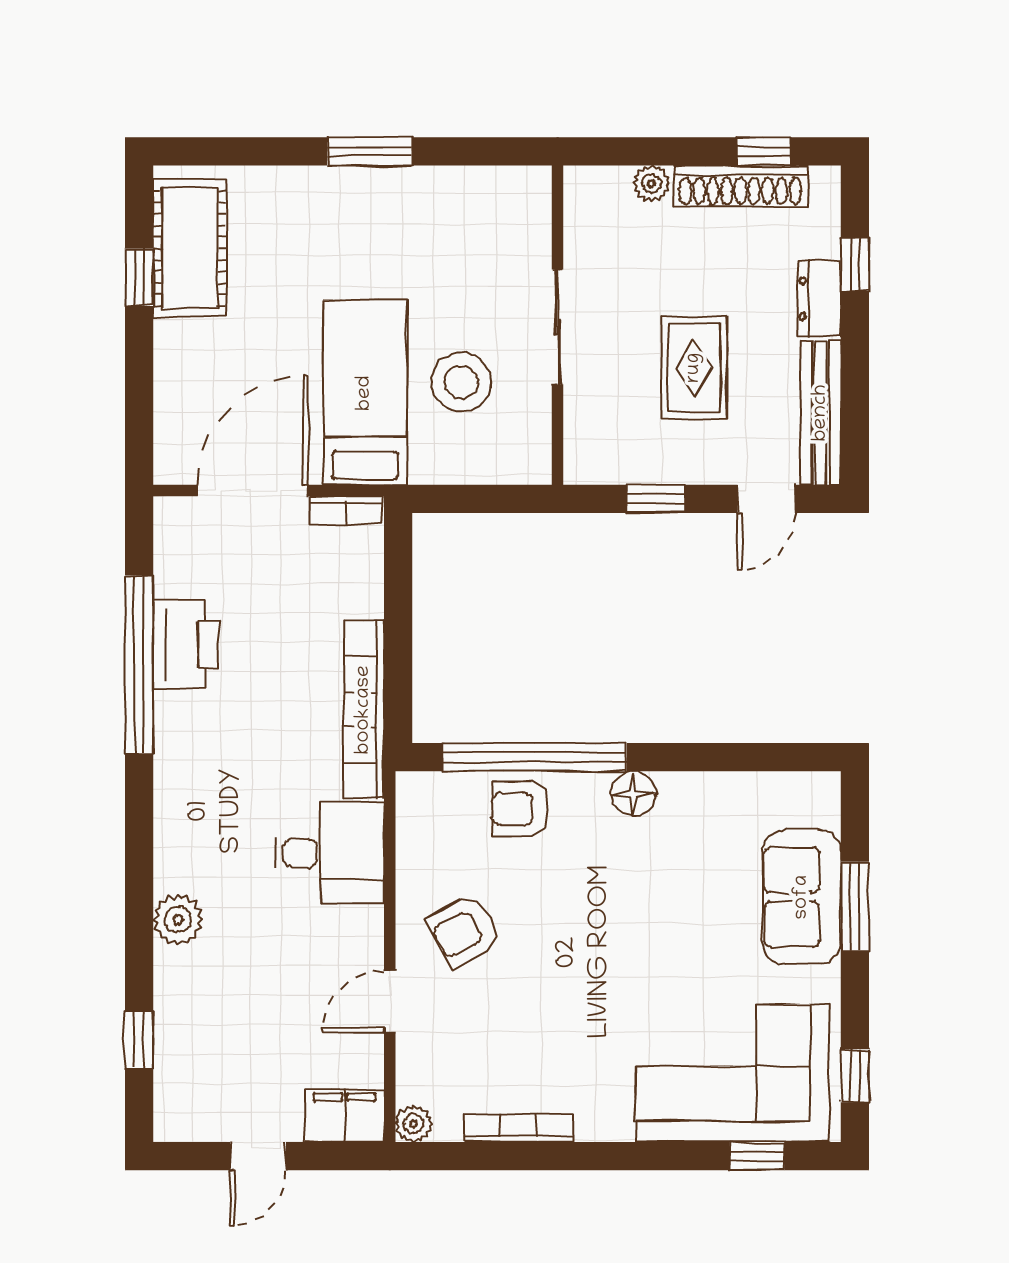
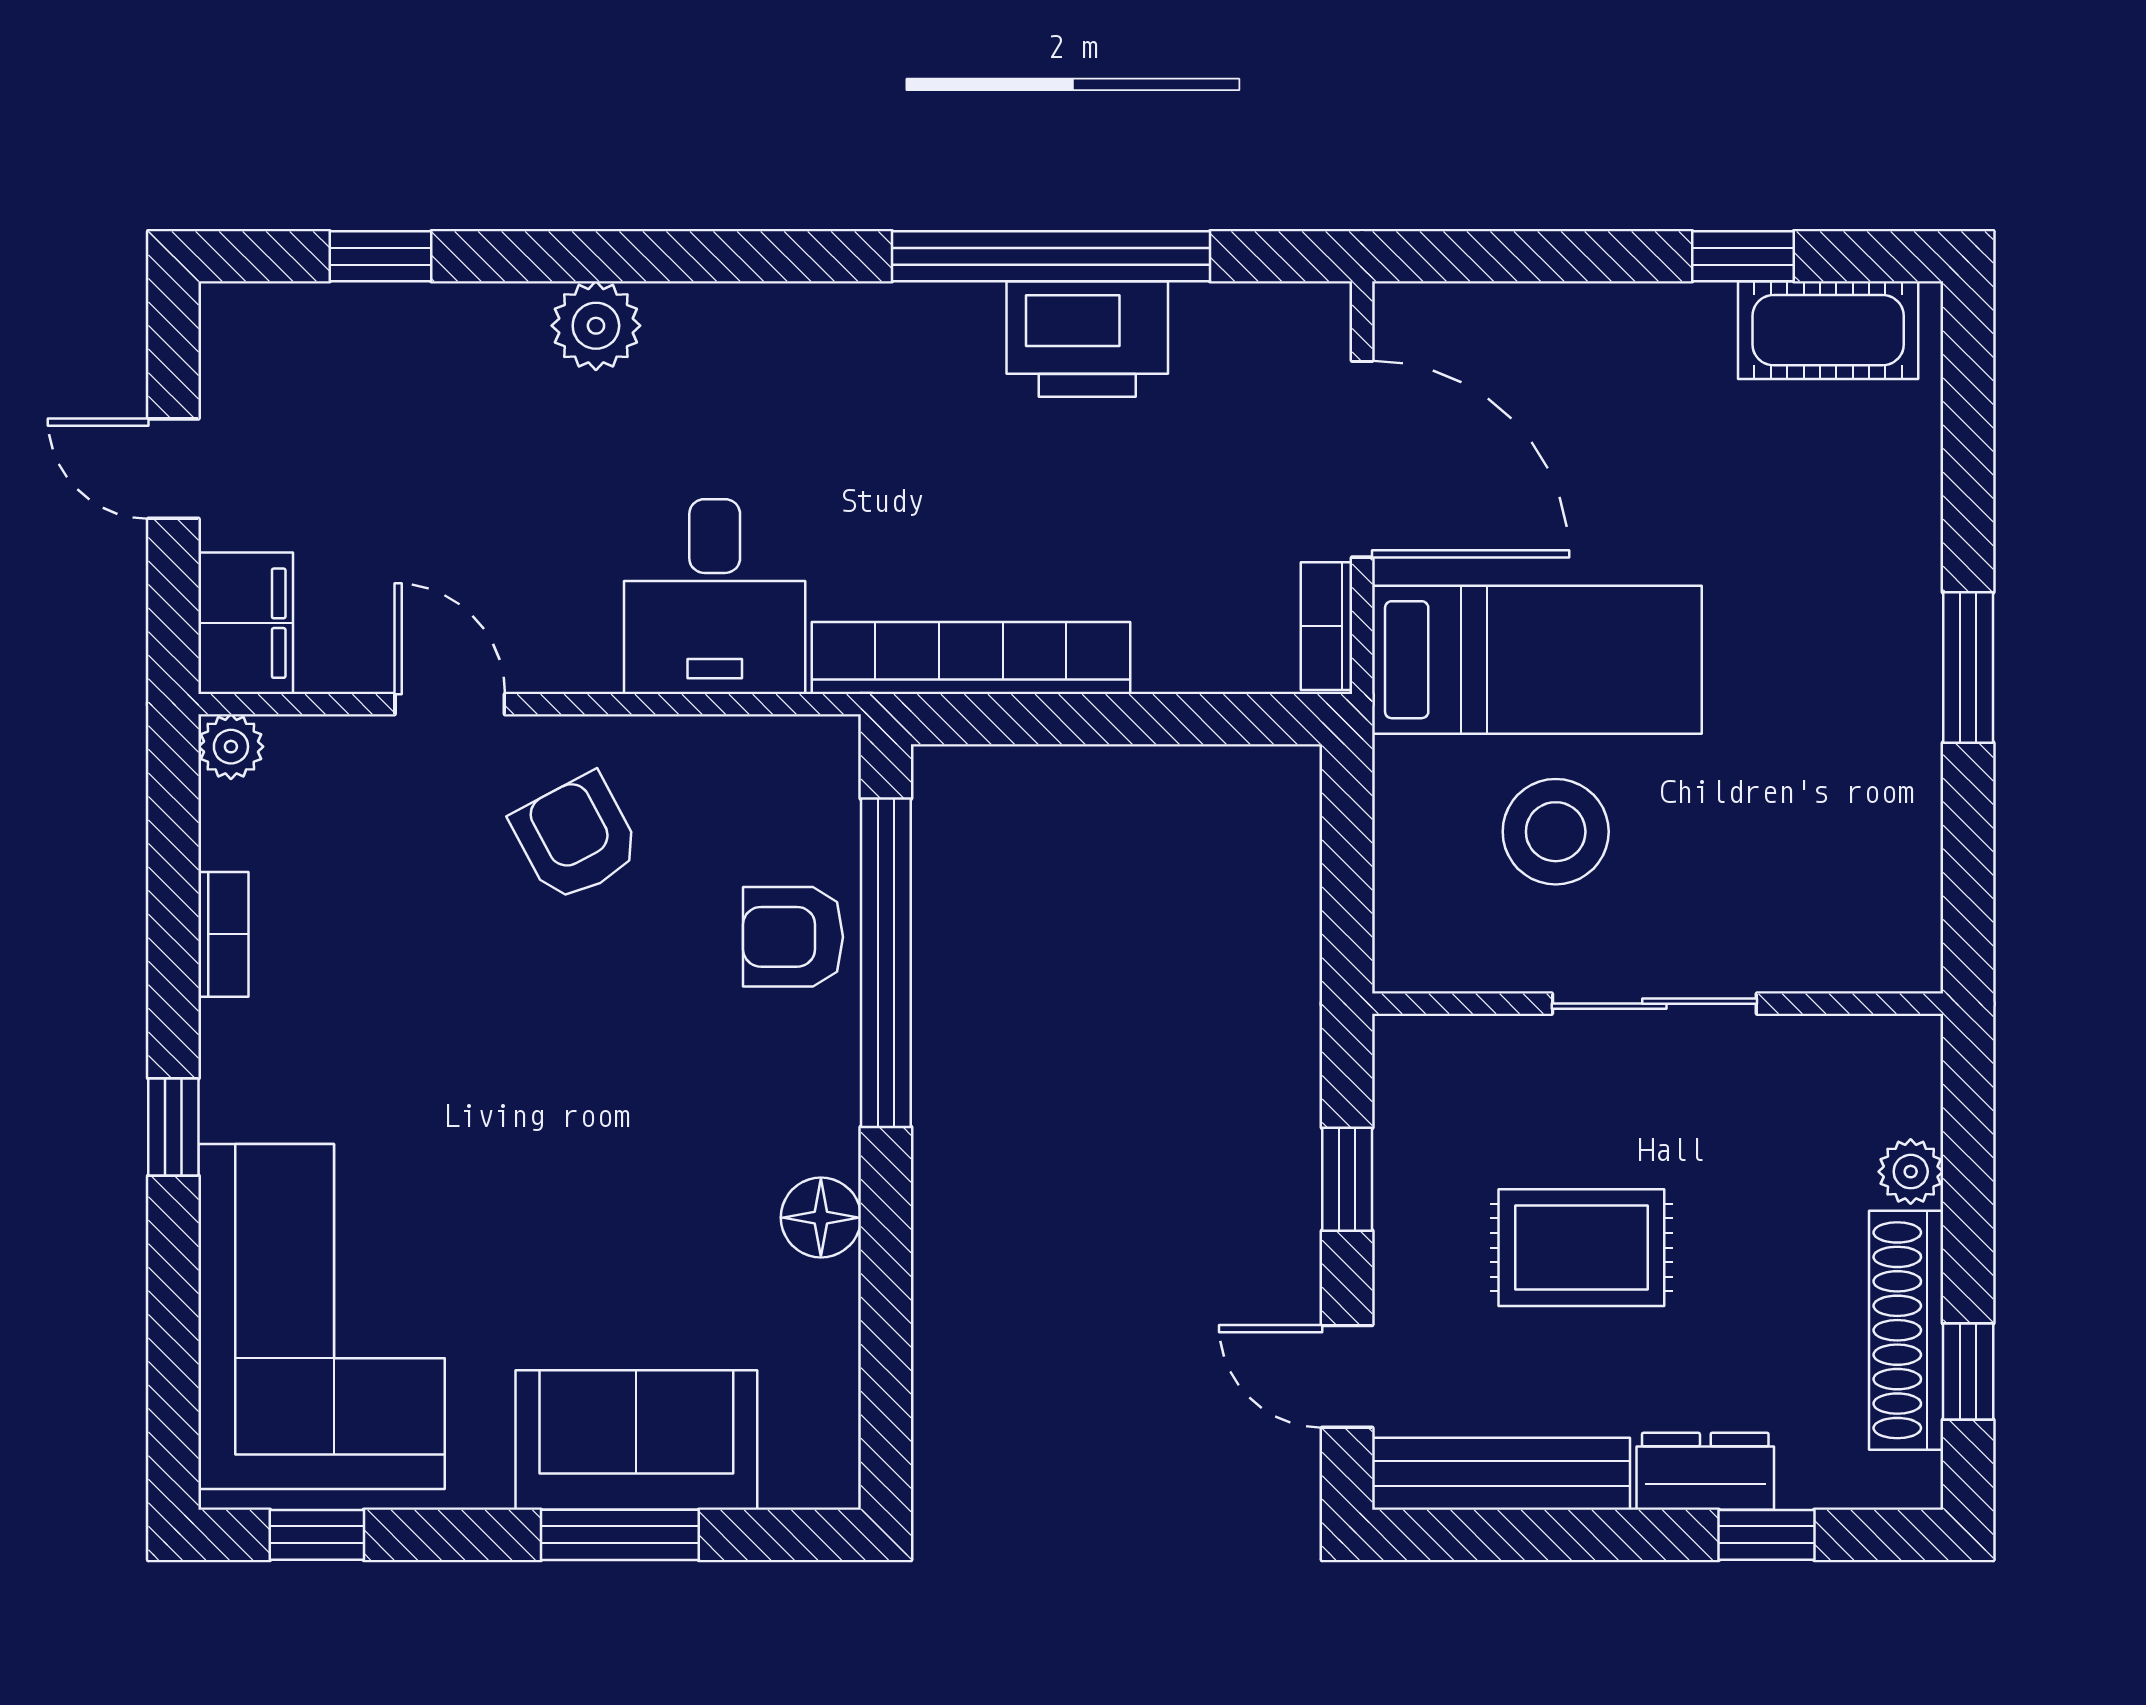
cot: (190, 248) -> (1828, 330), width x0.73, depth x0.75
floor lamp: (633, 794) -> (821, 1218), moved
armchair: (520, 809) -> (793, 937), turned -90
bookcase: (519, 1128) -> (223, 934), width x0.64
window: (757, 1156) -> (173, 1127), moved

